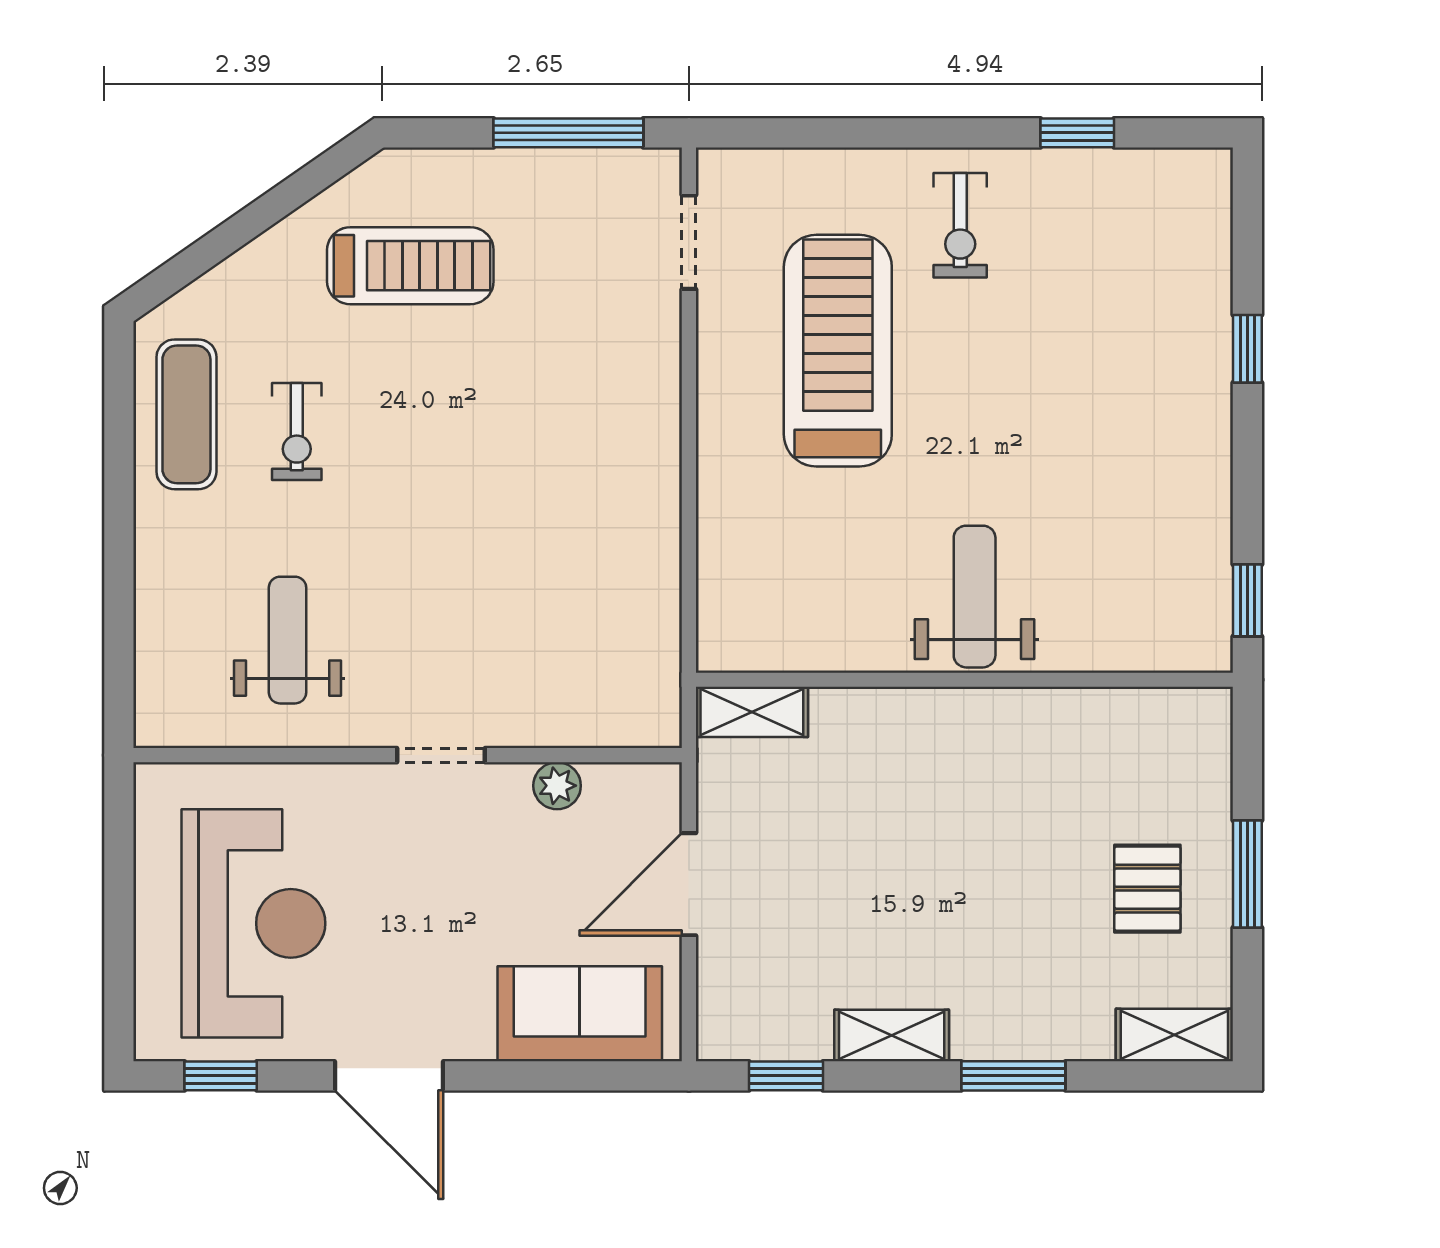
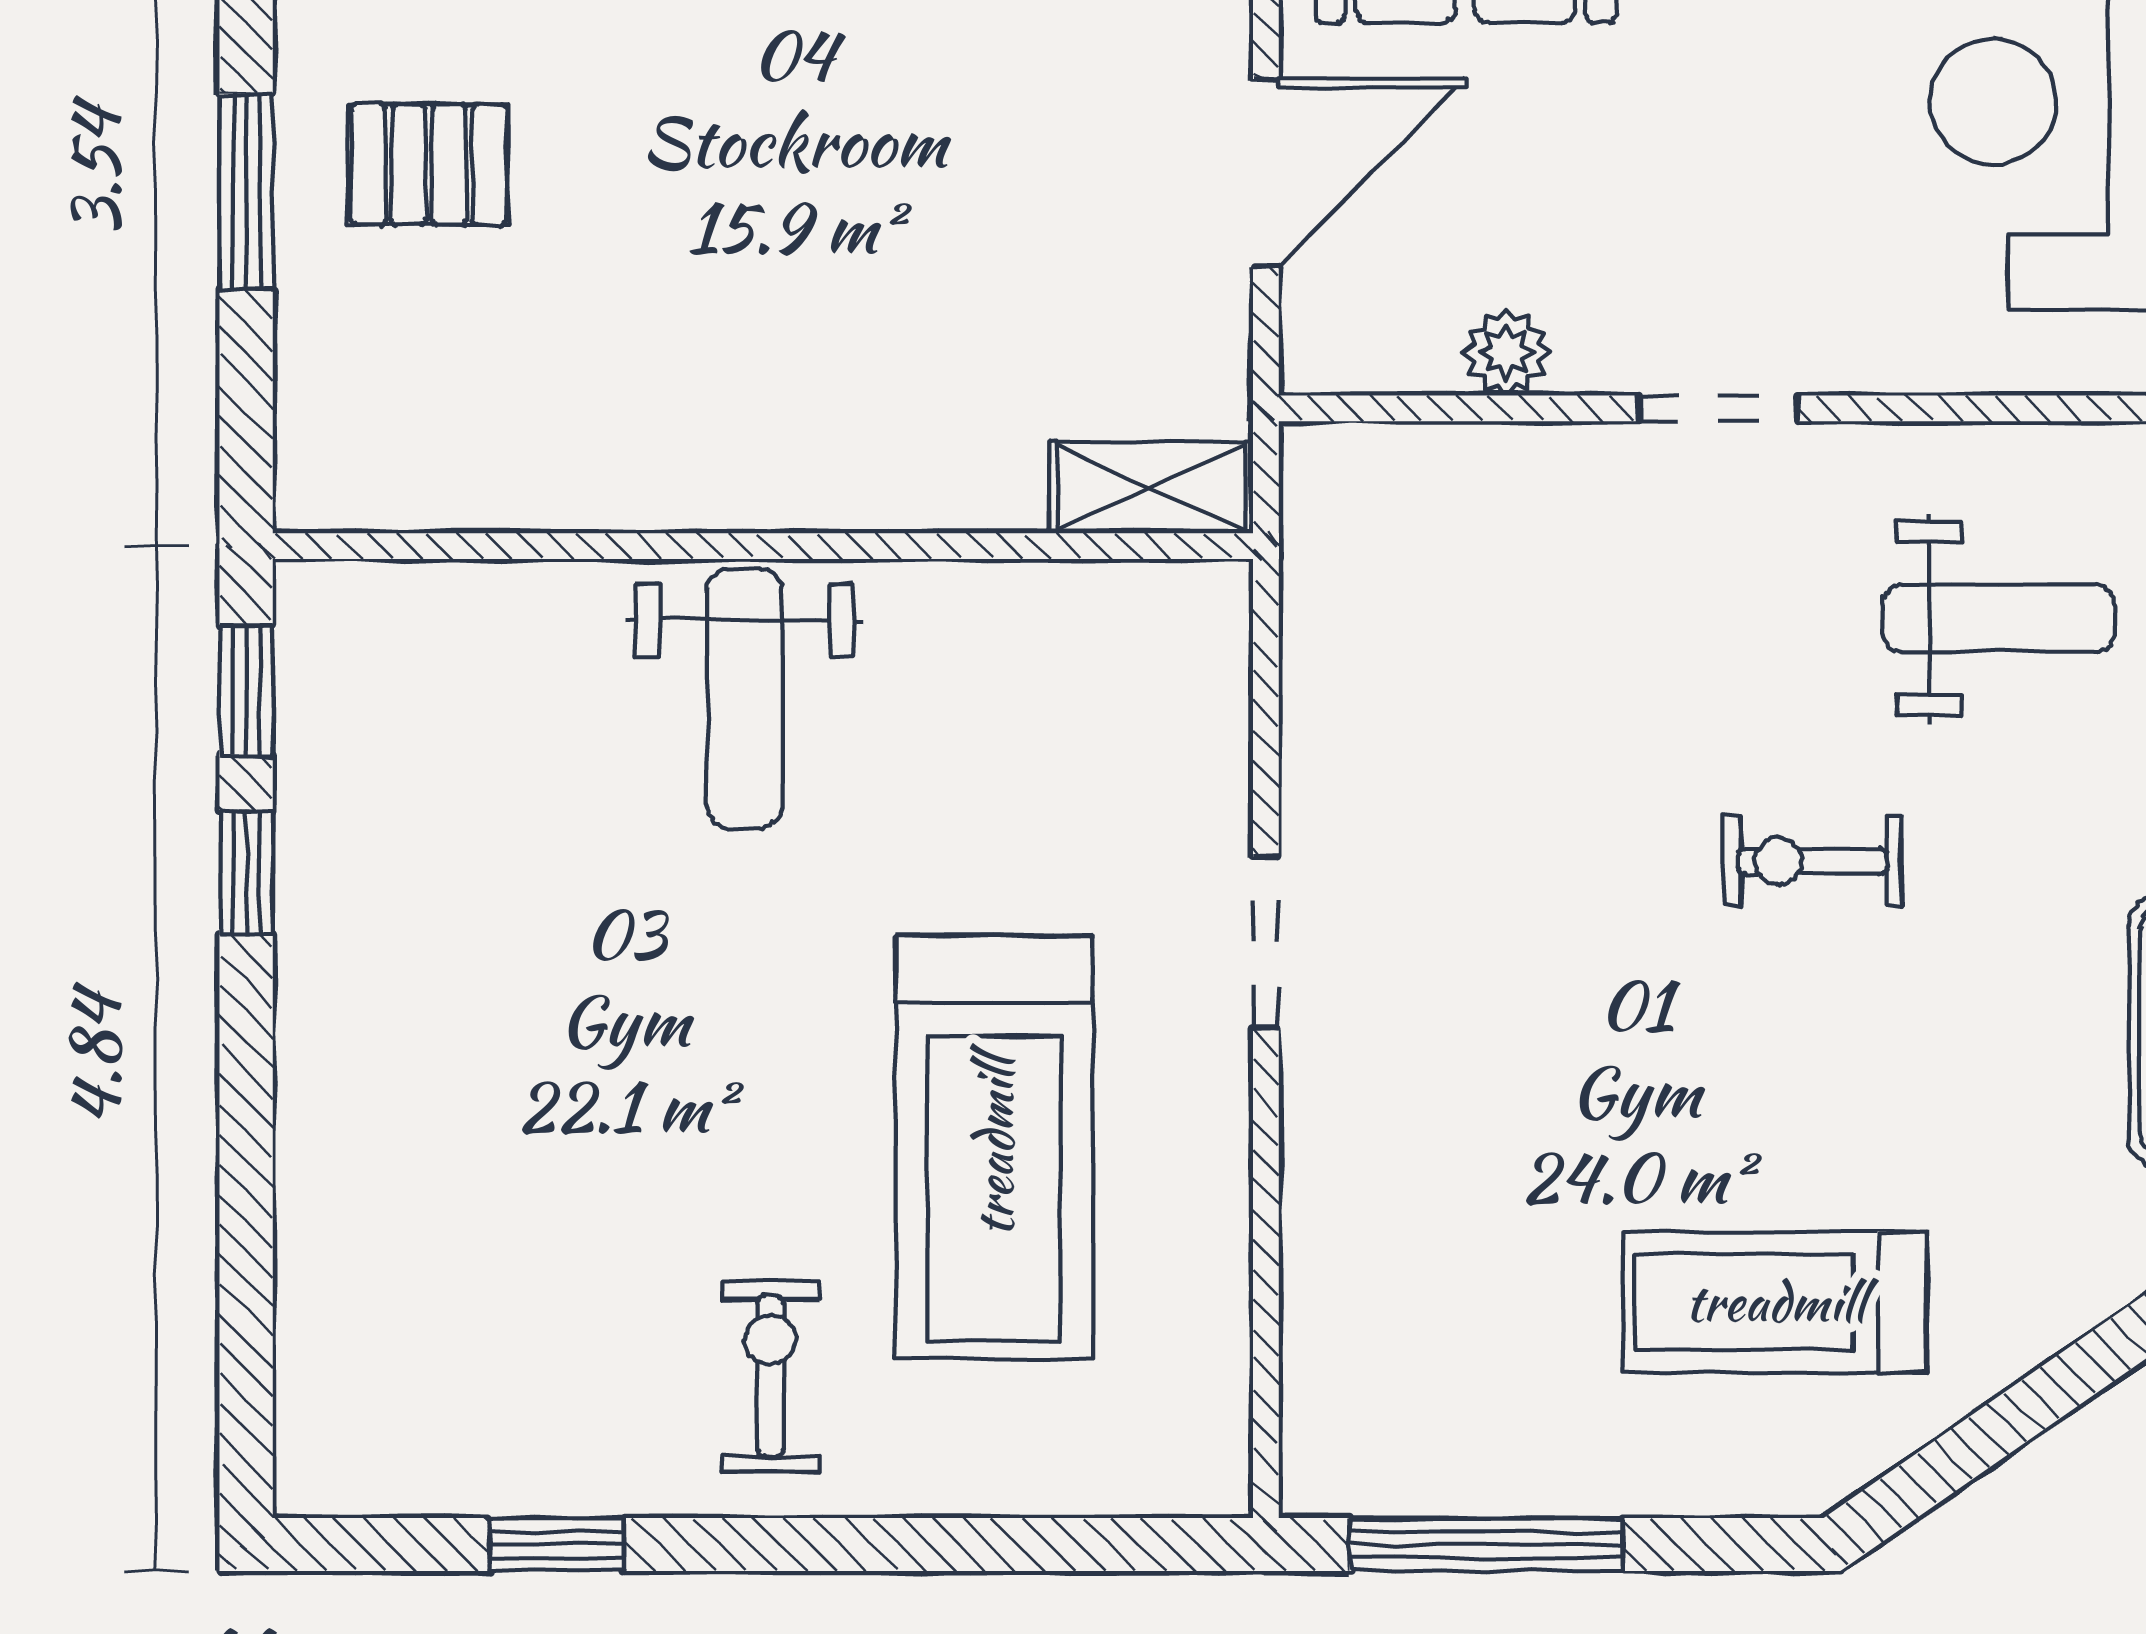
doorway: (689, 242) -> (1266, 942), moved
window: (1247, 349) -> (246, 873), moved
exercise bike: (297, 431) -> (1812, 861), moved, turned -90
weight bench: (288, 640) -> (1999, 619), turned -90
pallet: (1147, 889) -> (429, 165), turned 90

